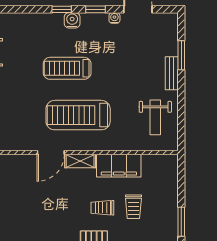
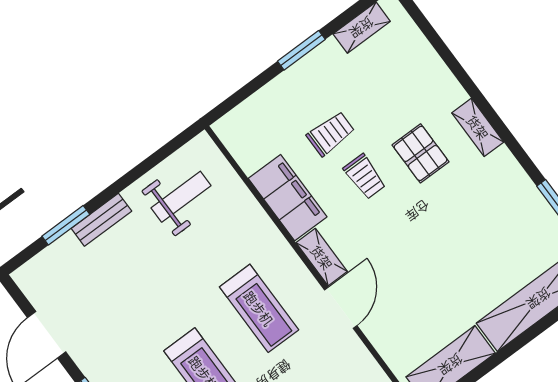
water cooler: (114, 18) -> (83, 359), removed
treadmill: (78, 115) -> (259, 308), width x0.73, depth x0.73
door: (51, 153) -> (341, 308), hinge flipped

